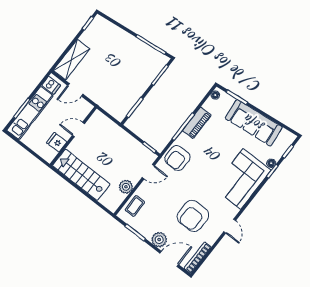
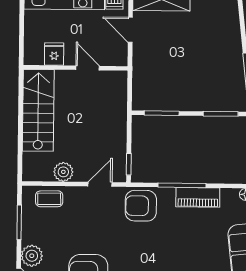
door: (148, 172) -> (100, 184), swing flipped

